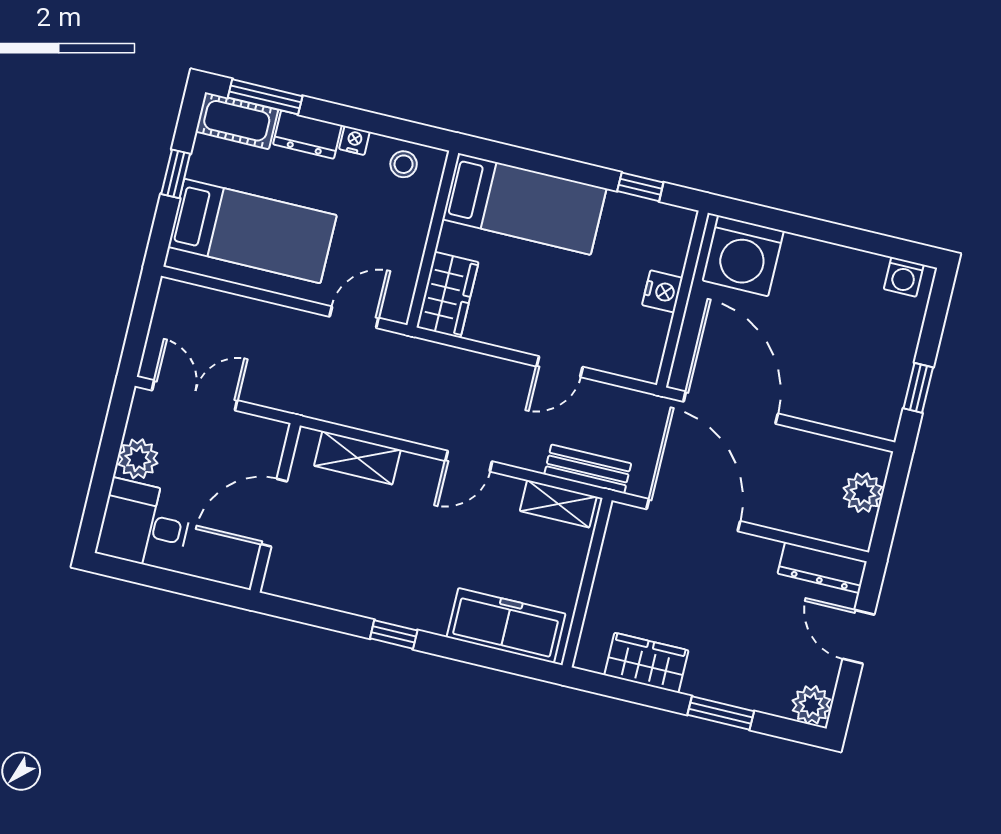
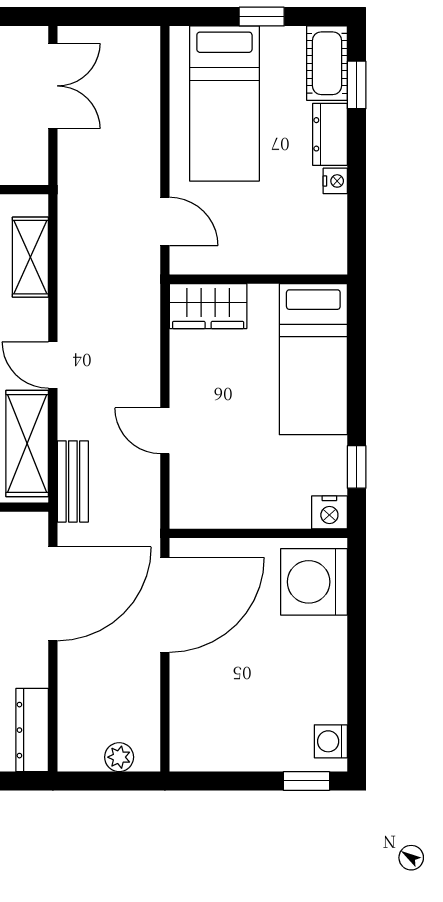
window: (265, 97) -> (357, 85), width x0.67
stool: (404, 164) -> (324, 234), removed
nightstand: (662, 291) -> (329, 512), moved
window: (918, 388) -> (306, 781), moved
plant: (863, 493) -> (119, 757), width x0.73, depth x0.73
shelving: (558, 504) -> (27, 444), width x1.50, depth x1.33

